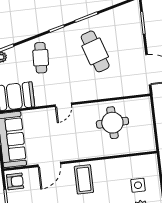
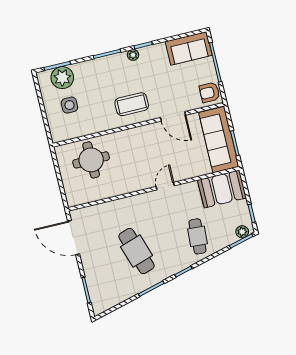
round table: (112, 123) -> (91, 160), moved
door: (49, 164) -> (173, 116), swing flipped
coffee table: (84, 179) -> (132, 104), turned 90

